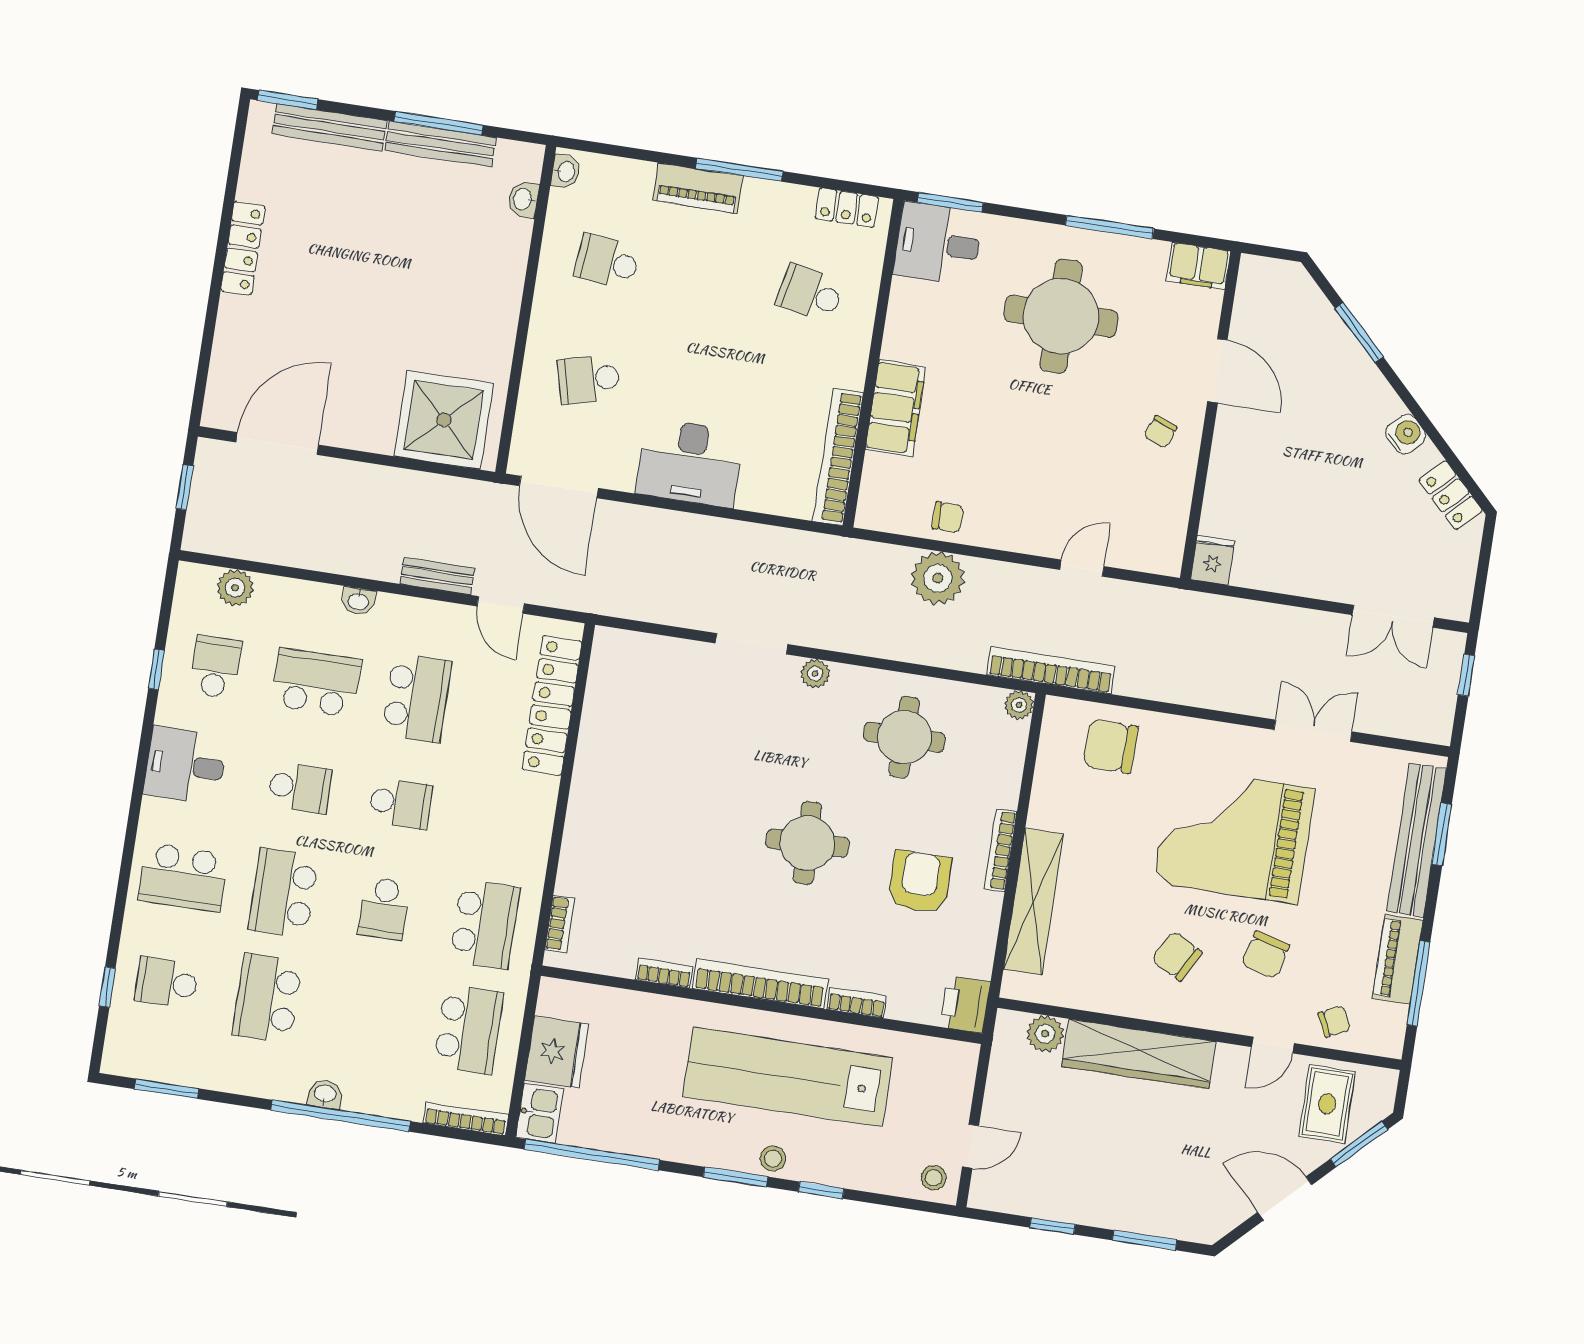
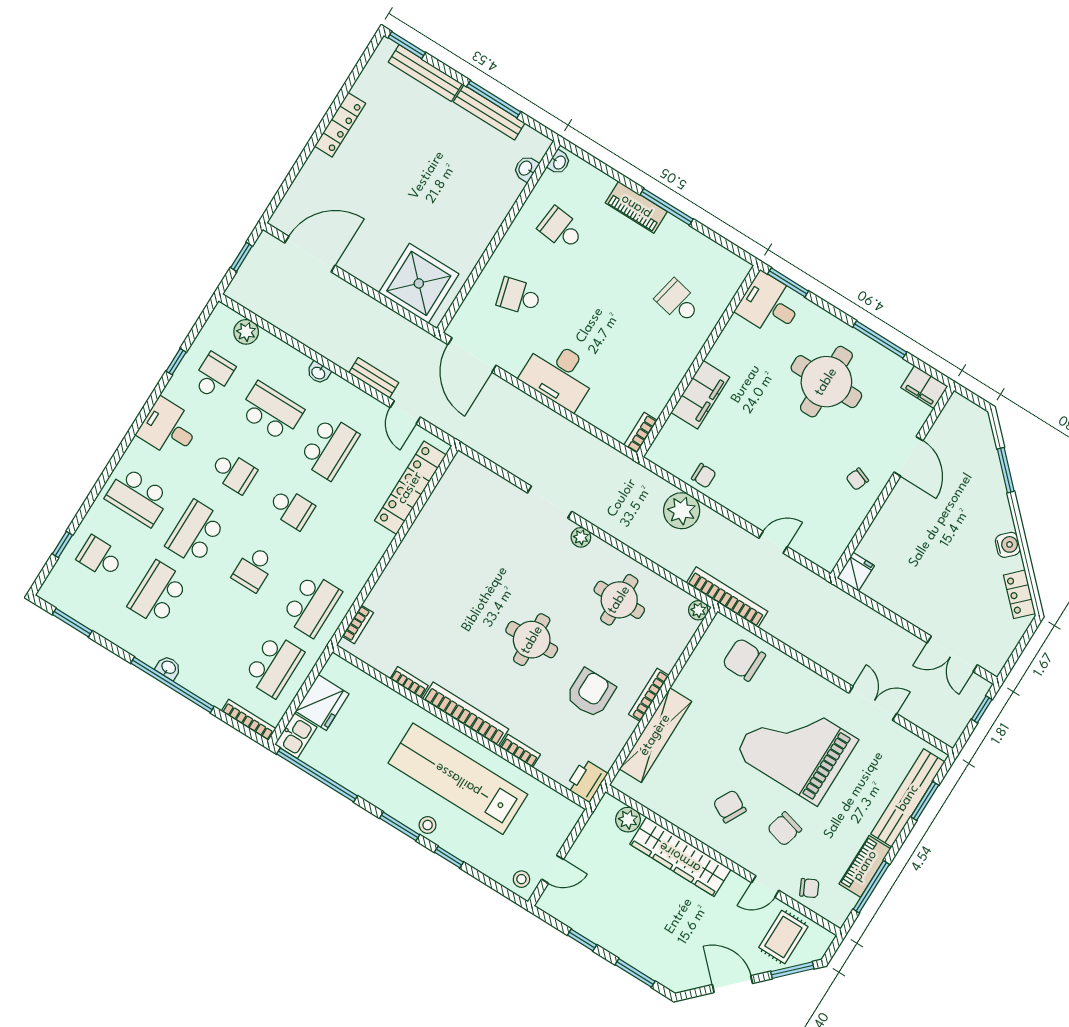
locker: (847, 208) -> (723, 259), removed
bookcase: (838, 457) -> (641, 433), width x0.43, depth x0.76

